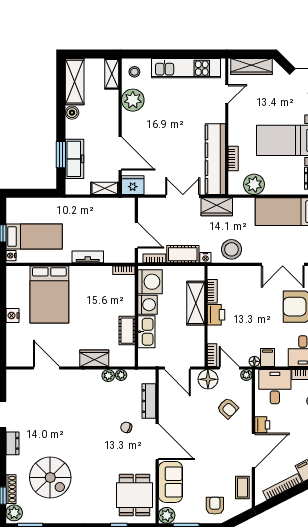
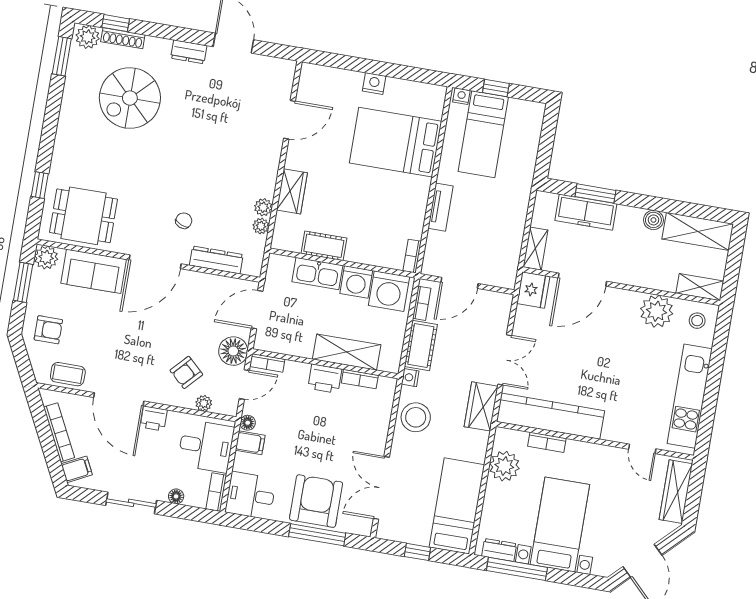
plant: (246, 375) -> (204, 403), moved

